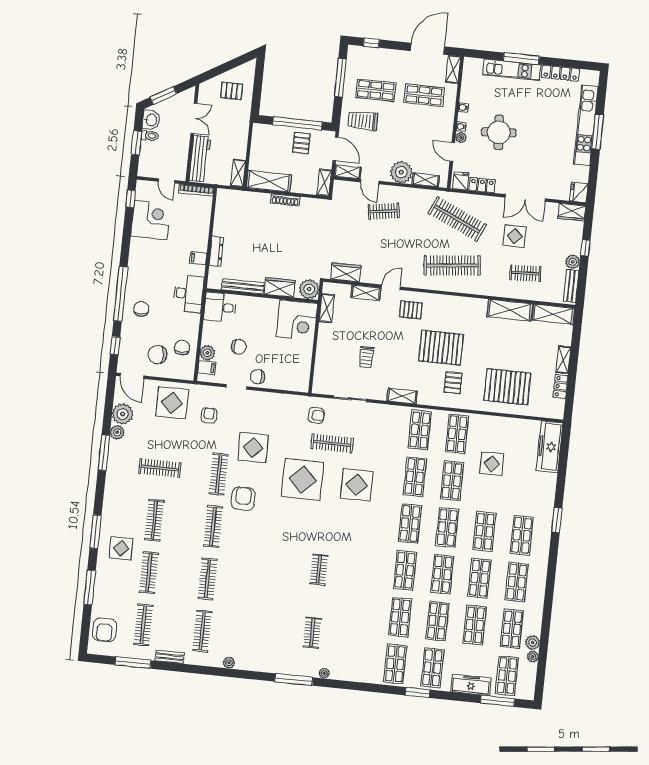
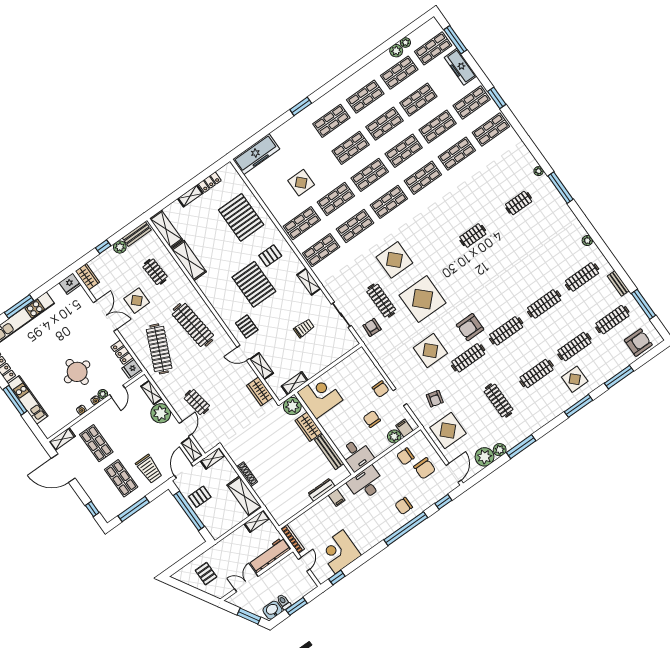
armchair: (209, 415) -> (435, 399), turned -75

